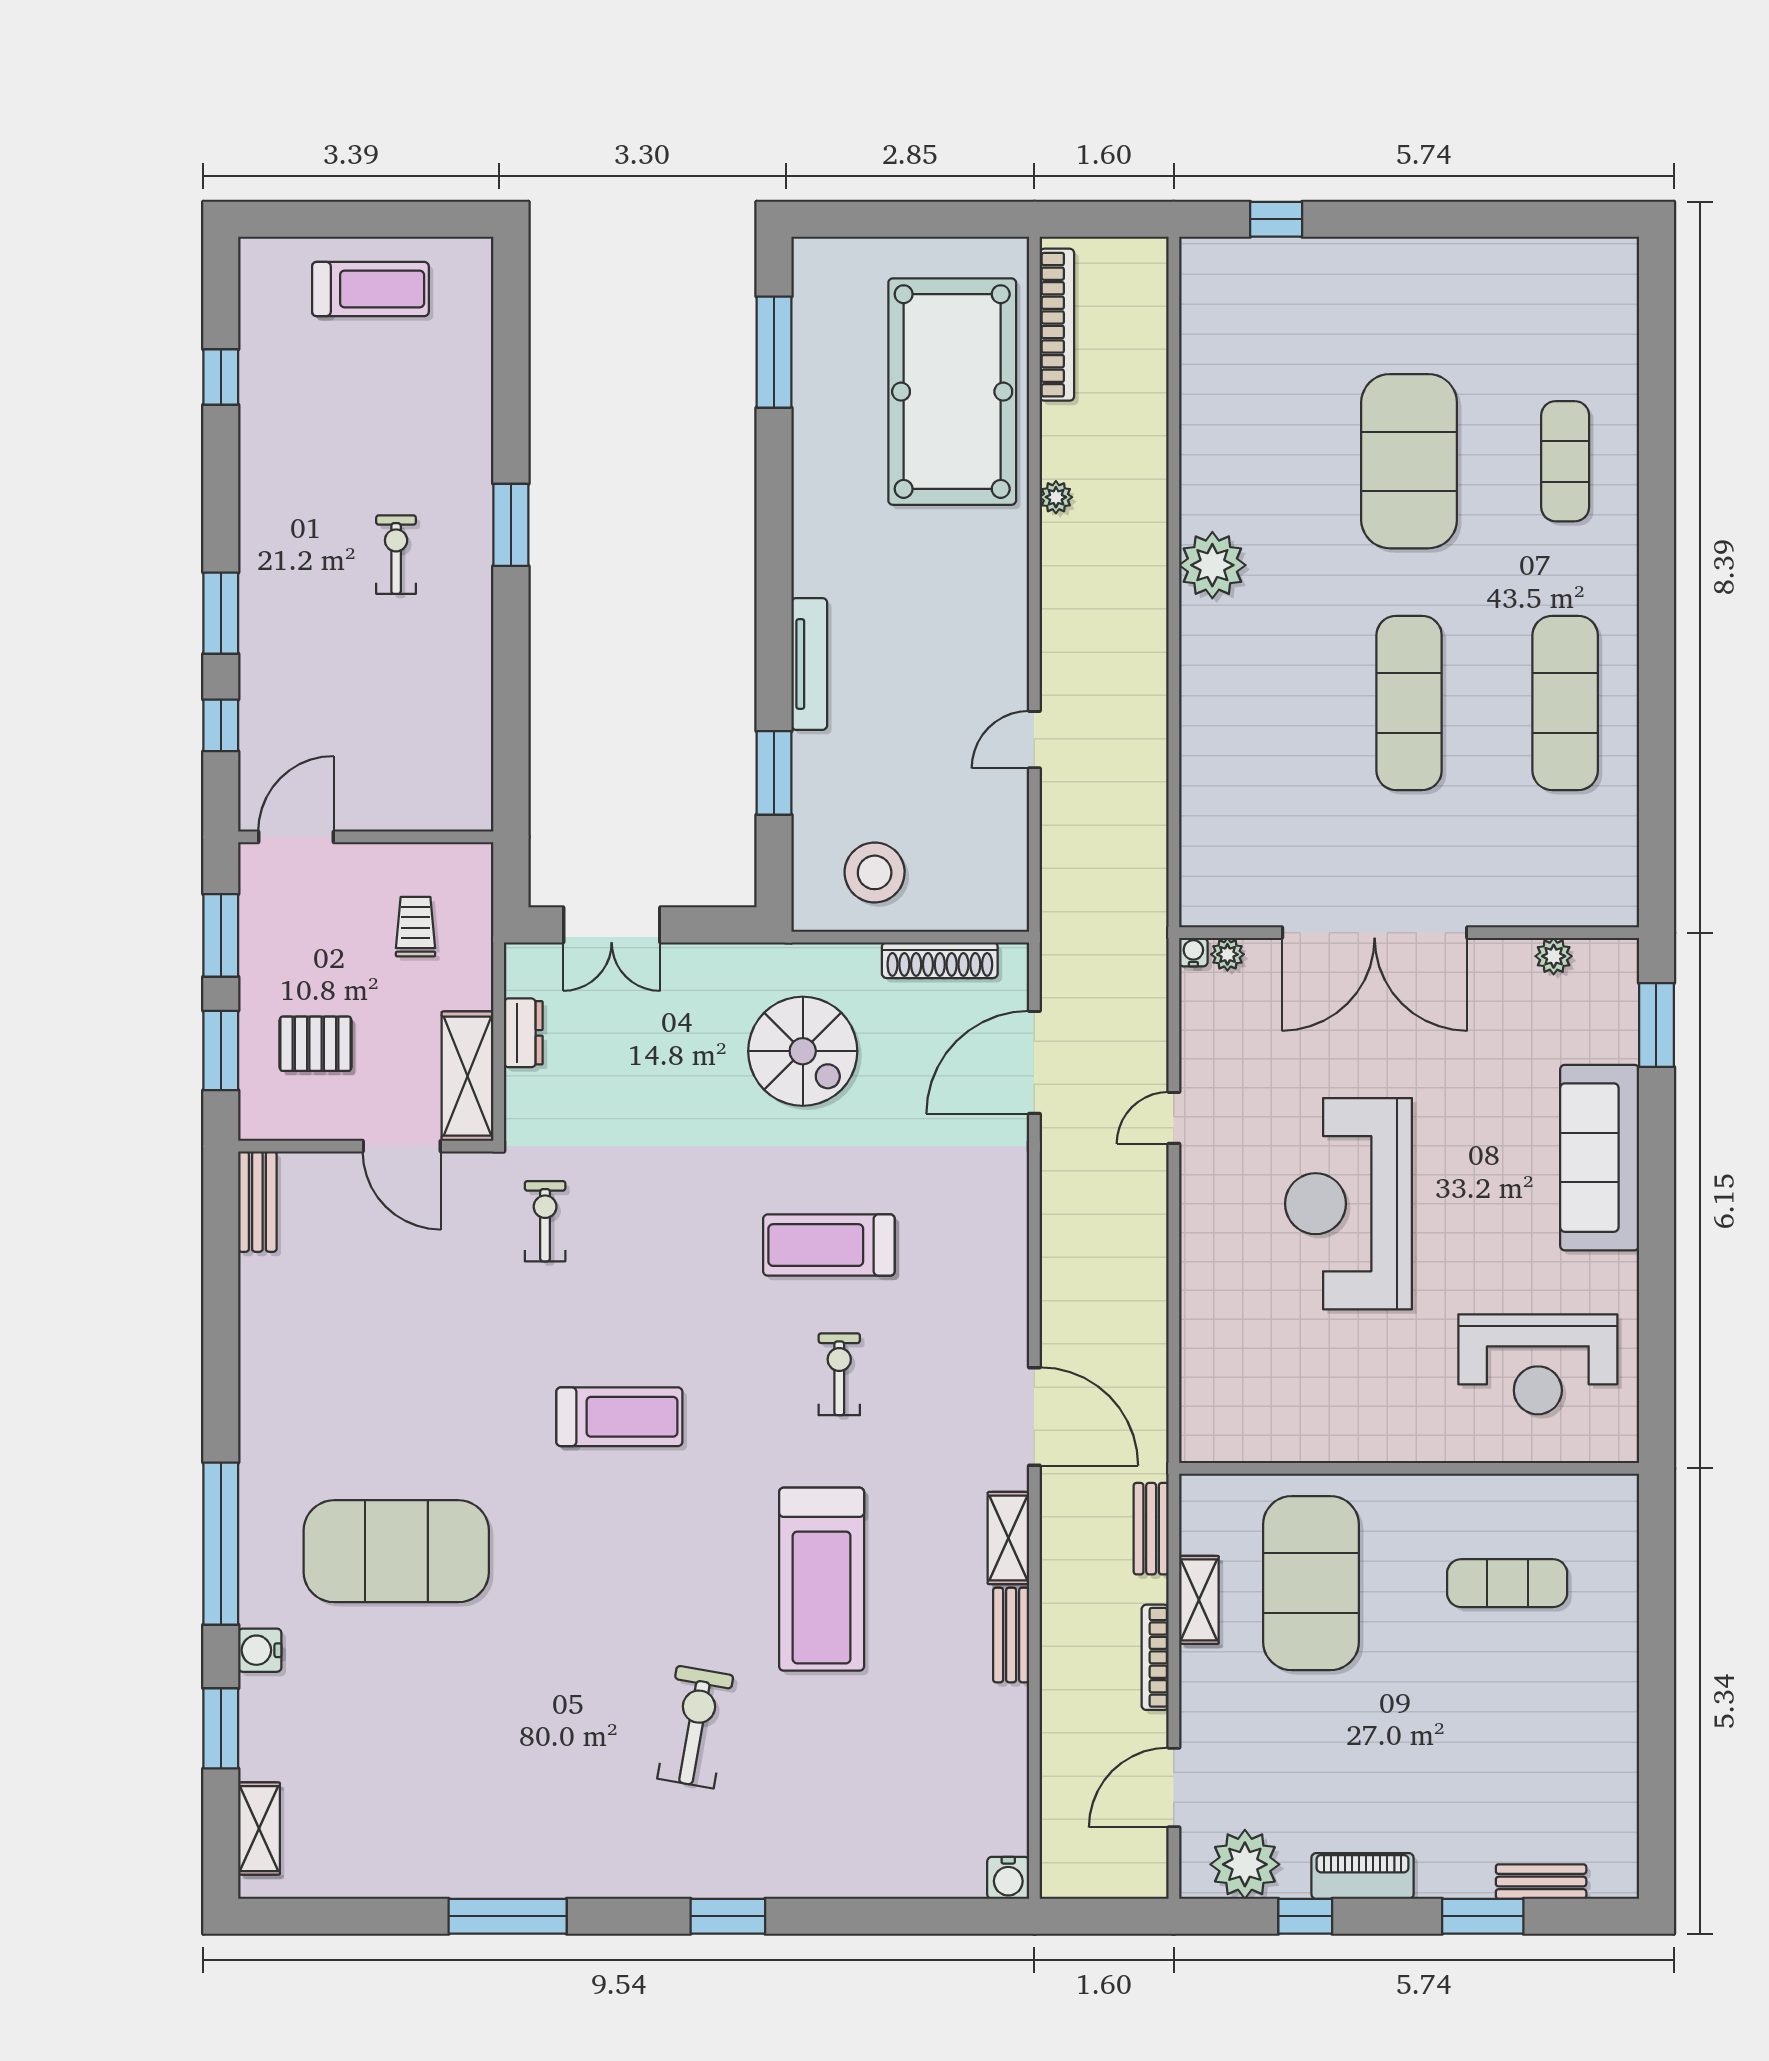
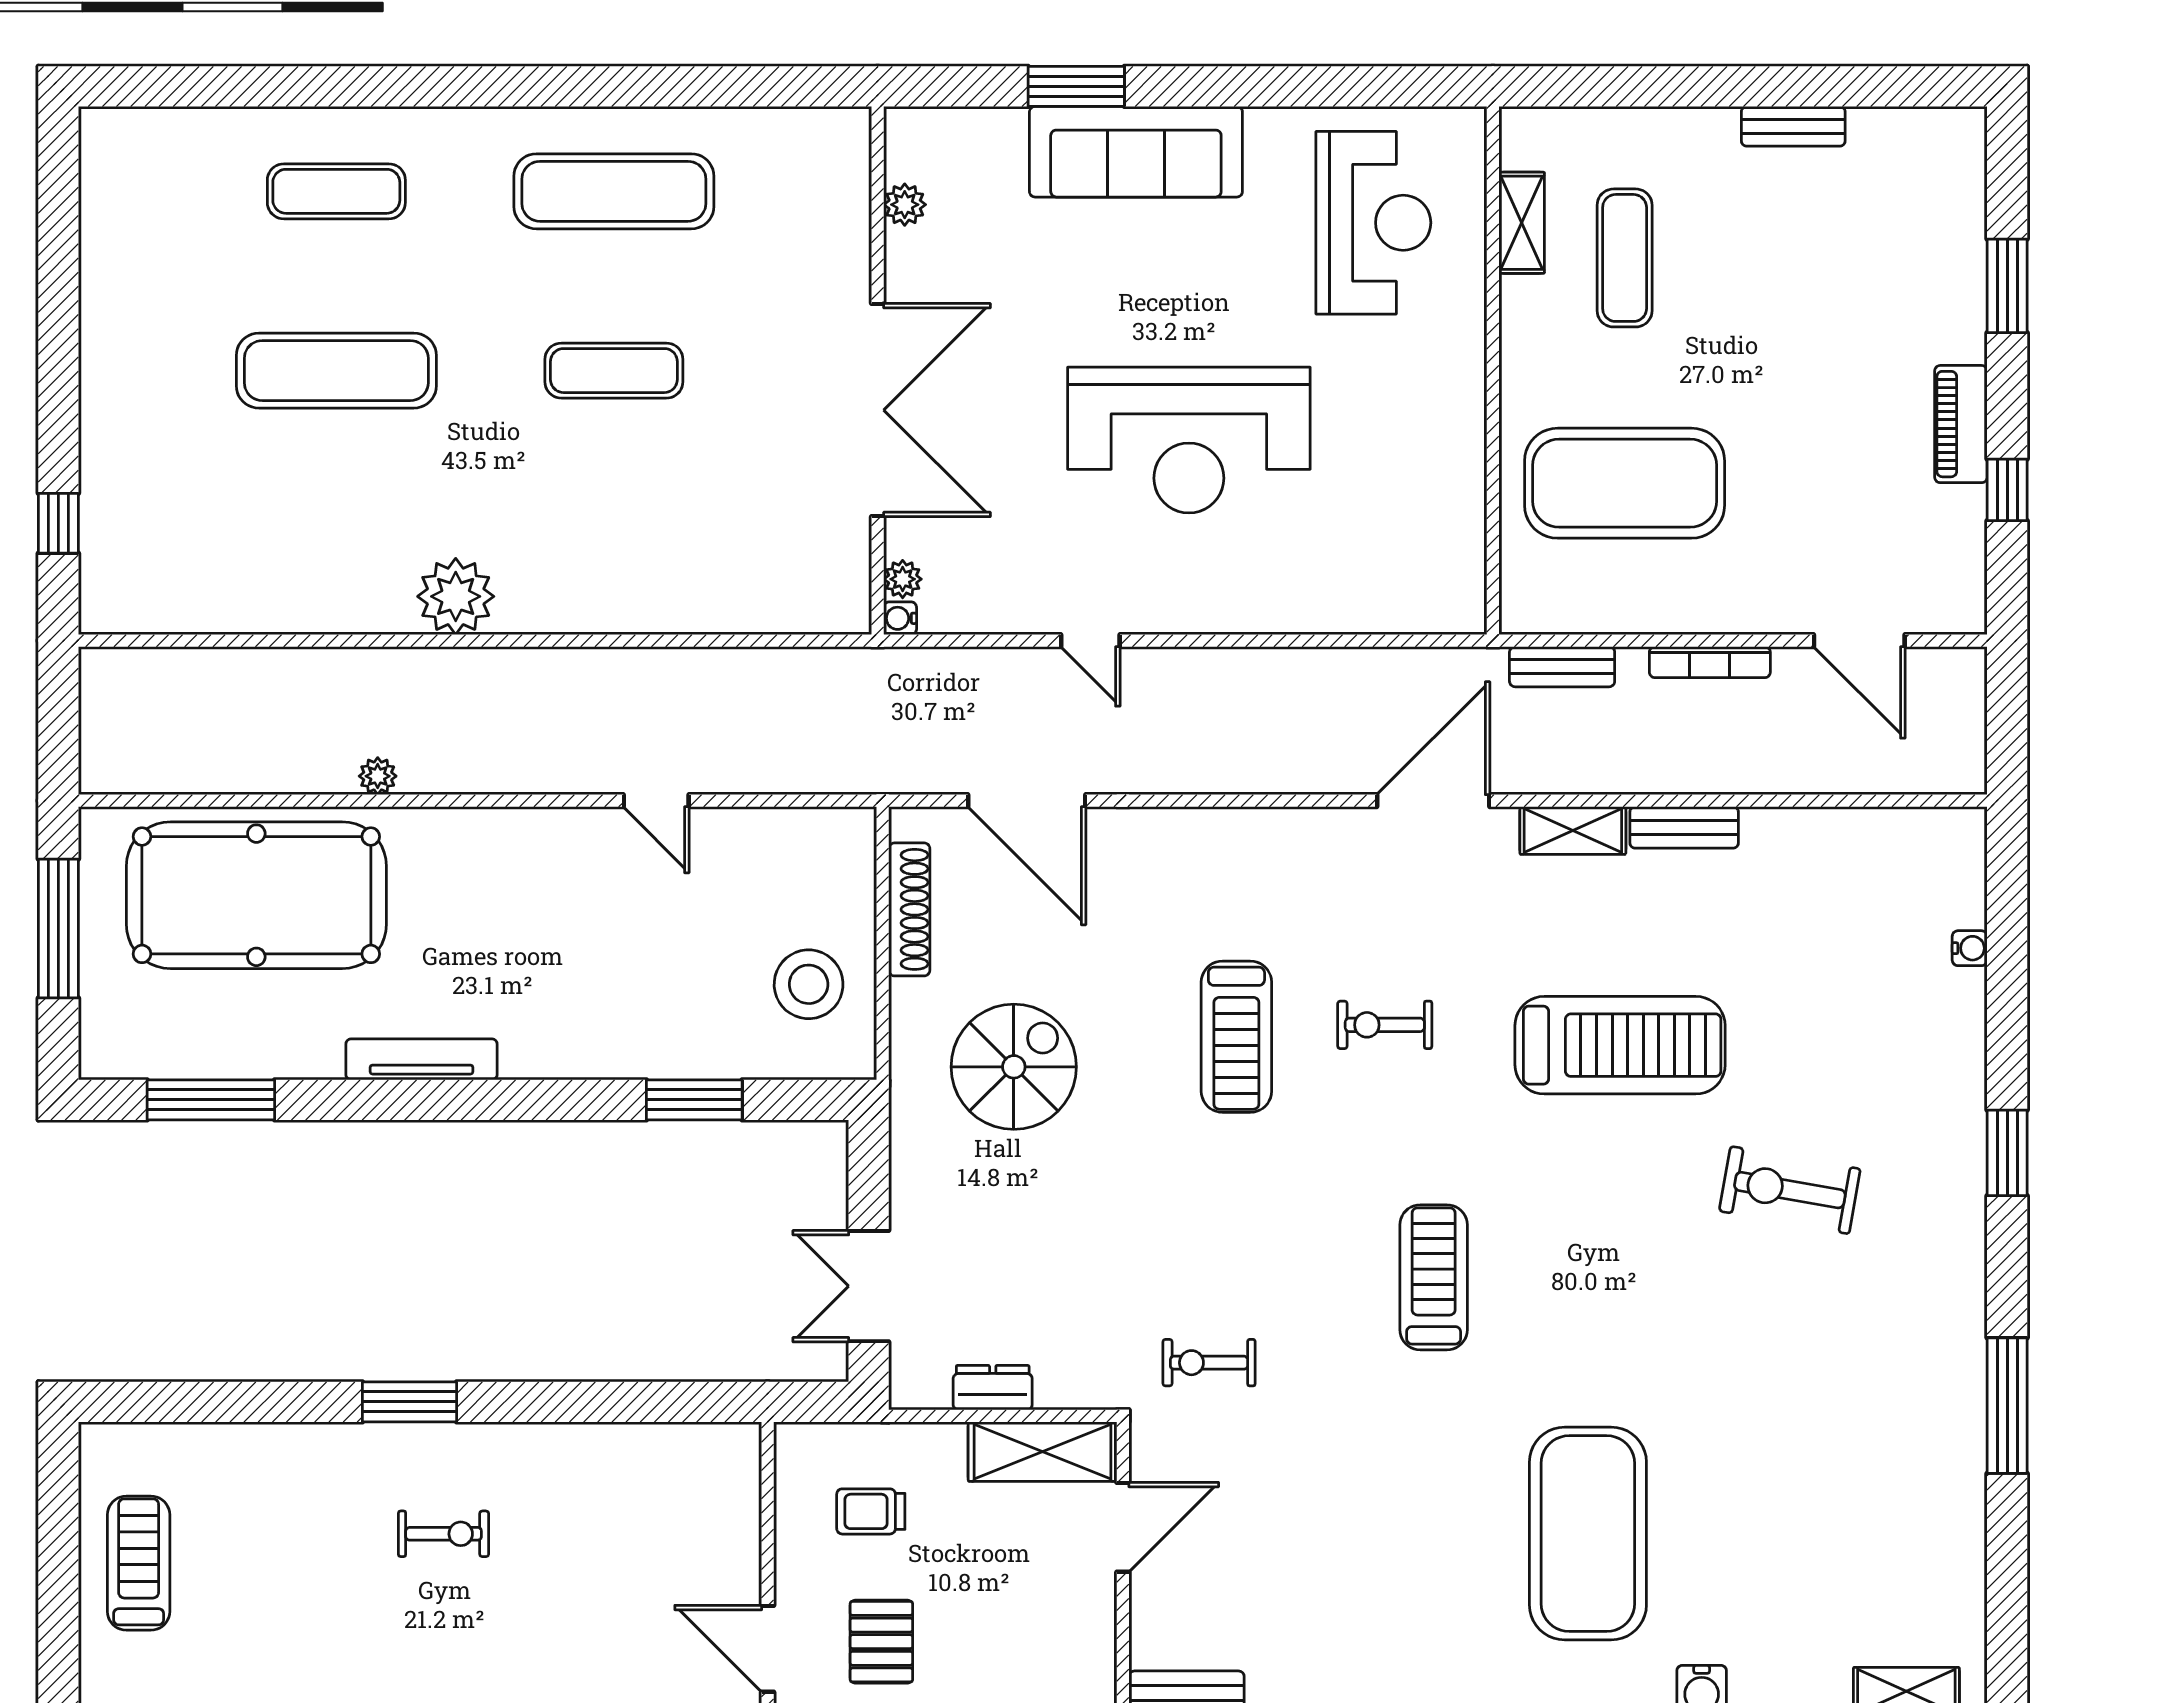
window: (923, 219) -> (58, 929), added
bookcase: (1057, 325) -> (180, 775), removed
exercise mat: (1409, 461) -> (336, 371), width x0.68
exercise bike: (396, 555) -> (444, 1534), turned 180
tv unit: (809, 664) -> (421, 1059), moved
exercise mat: (1409, 703) -> (614, 371), width x0.73, depth x0.69
double door: (612, 925) -> (869, 1286), swing flipped
window: (1656, 1025) -> (1076, 86), moved
pallet: (316, 1044) -> (881, 1642), moved
shelving: (1199, 1600) -> (1522, 223), moved, turned 90
plant: (1245, 1864) -> (1947, 559), removed
water cooler: (1008, 1878) -> (1970, 948), moved, width x0.72, depth x0.72
bench: (1541, 1882) -> (1793, 126), moved, turned 90

